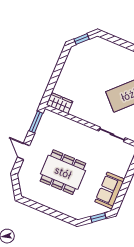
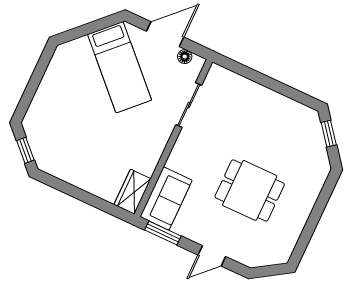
dining table: (63, 172) -> (250, 190), width x0.73
sofa: (110, 190) -> (166, 199), moved, turned -90

